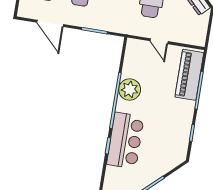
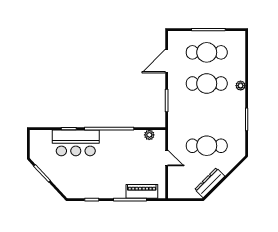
door: (159, 41) -> (167, 158), swing flipped
piano: (189, 75) -> (142, 191), width x0.73, depth x0.75
plant: (130, 90) -> (149, 135), moved, width x0.53, depth x0.53

